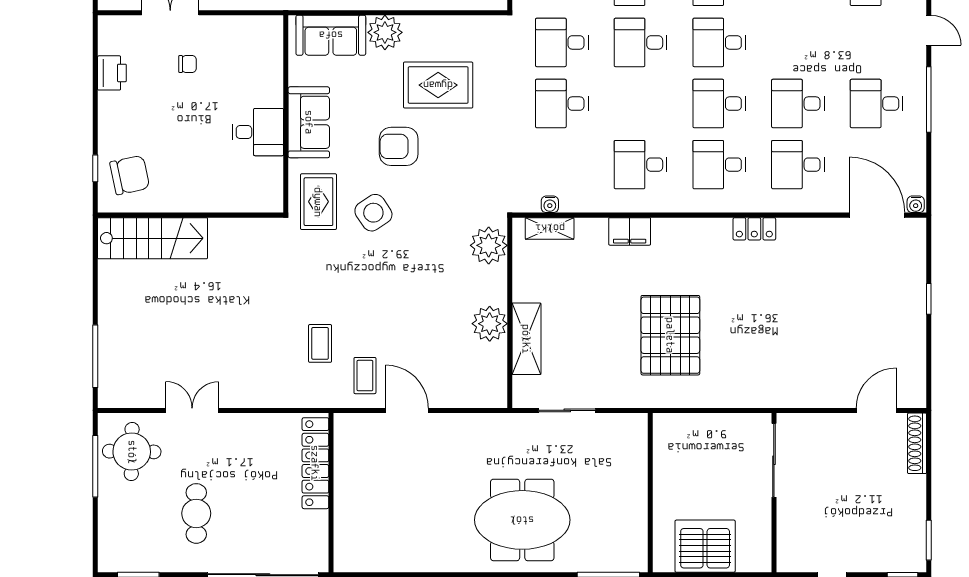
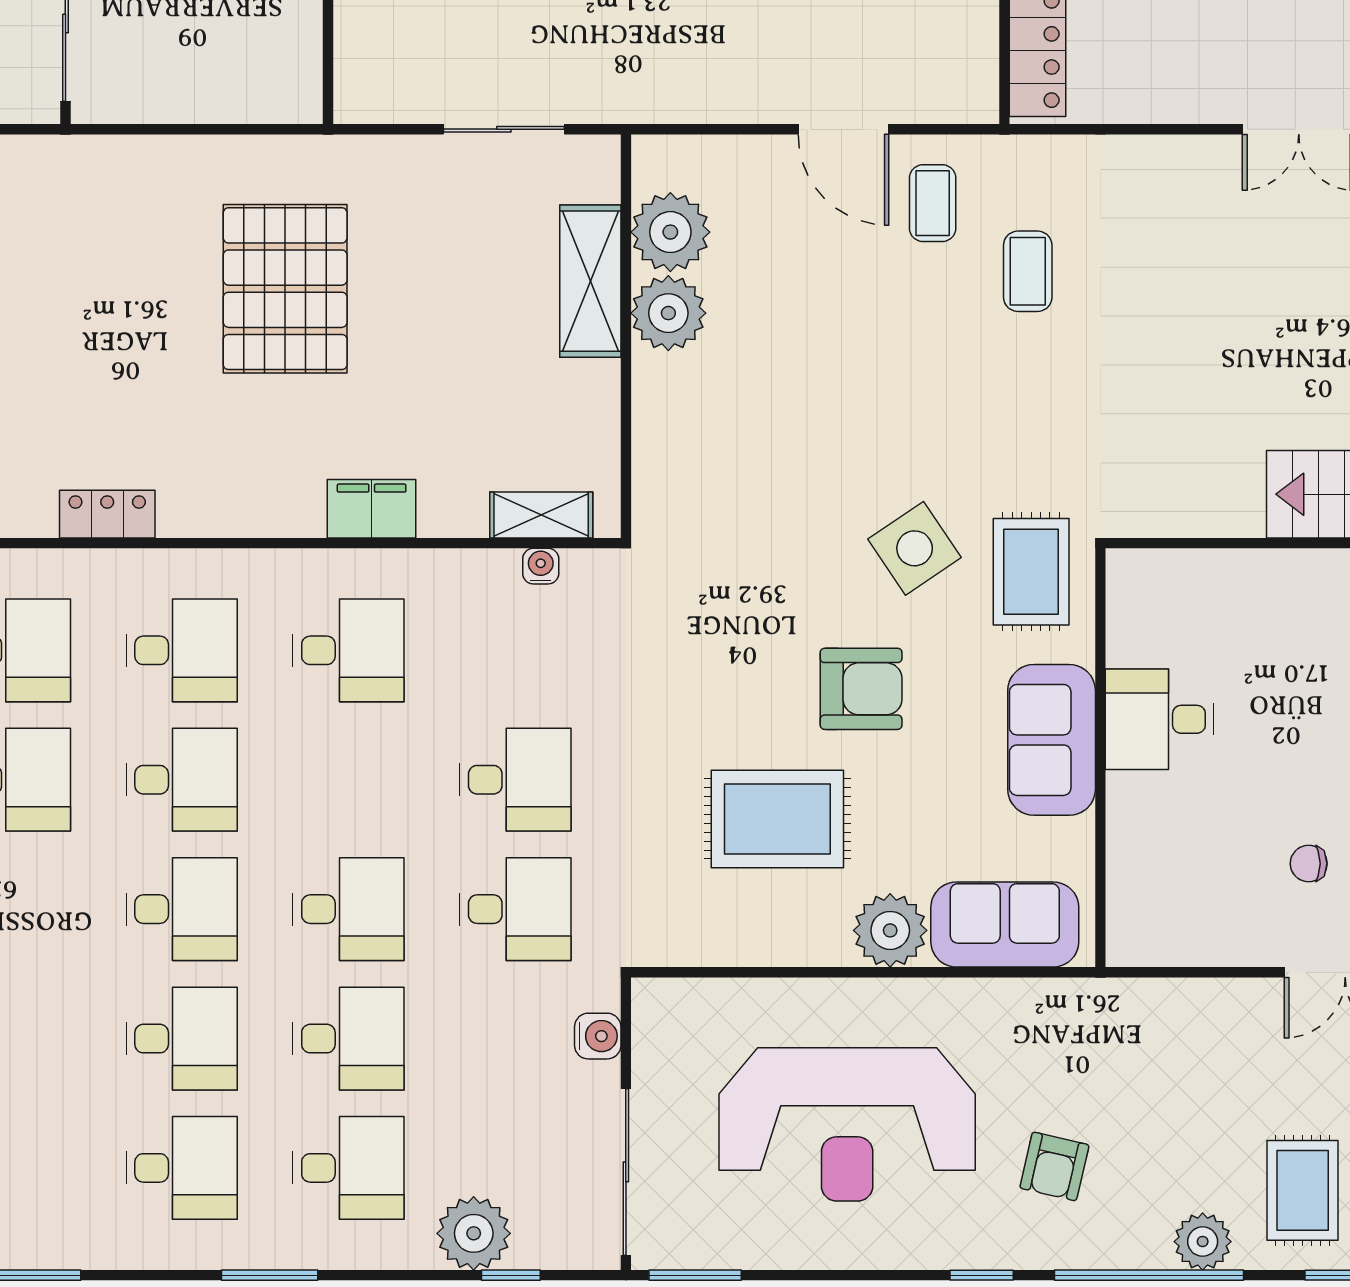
plant: (489, 245) -> (670, 232), moved

